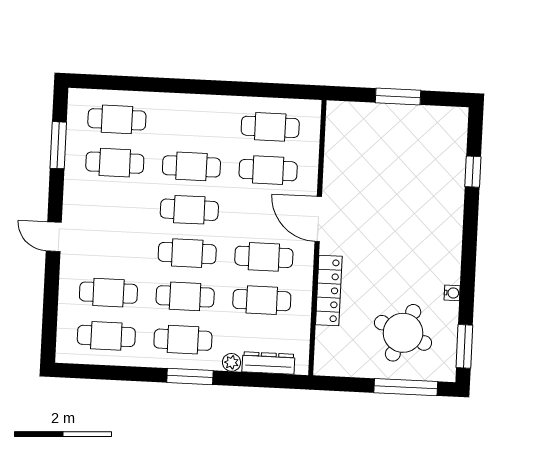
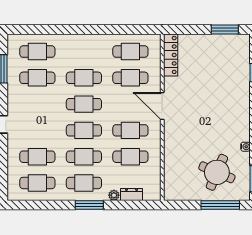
window: (398, 97) -> (225, 29), moved
locker: (329, 291) -> (171, 55), moved
dresser: (268, 363) -> (132, 195), width x0.70

